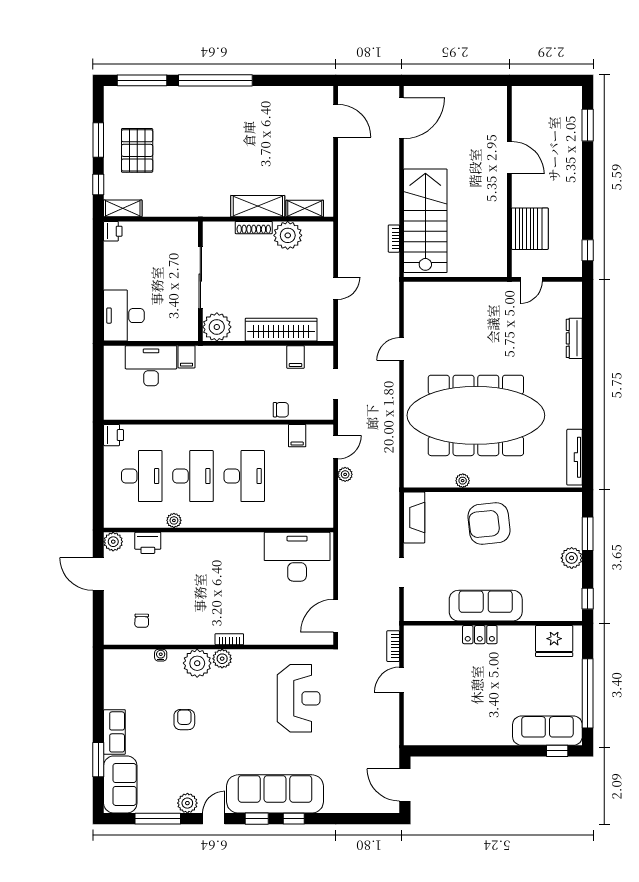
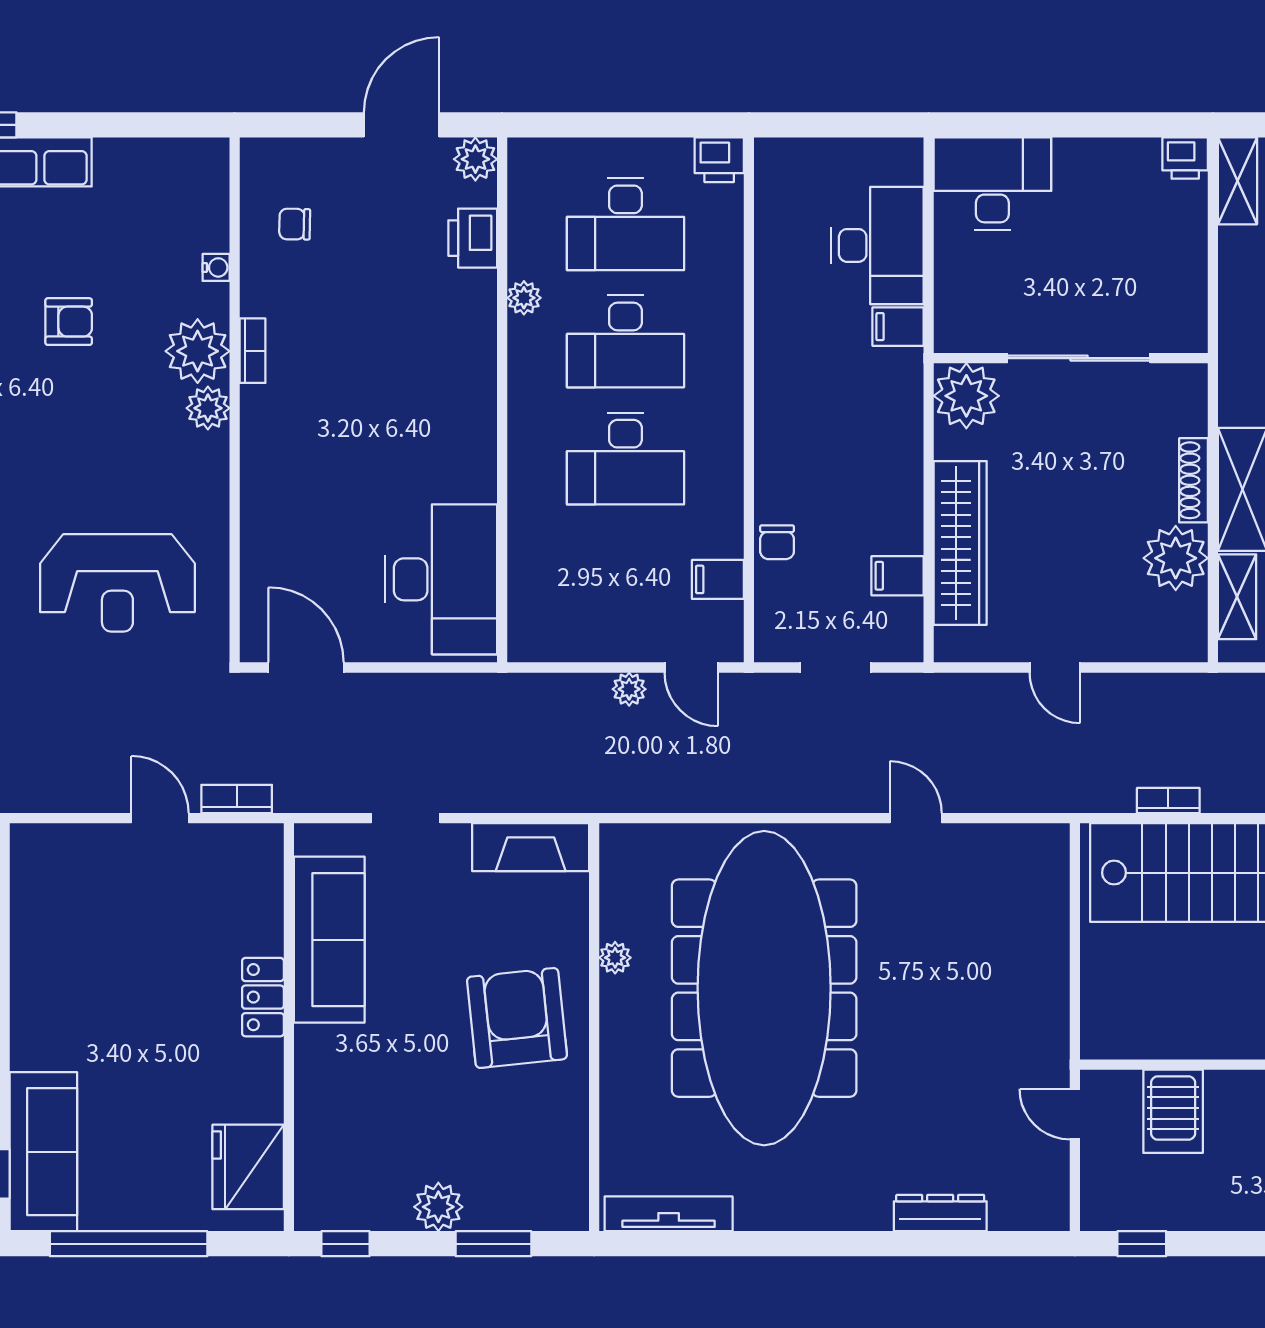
server rack: (530, 229) -> (1173, 1111), width x0.63
sofa: (486, 606) -> (329, 940), moved
bookcase: (229, 639) -> (252, 351), moved

